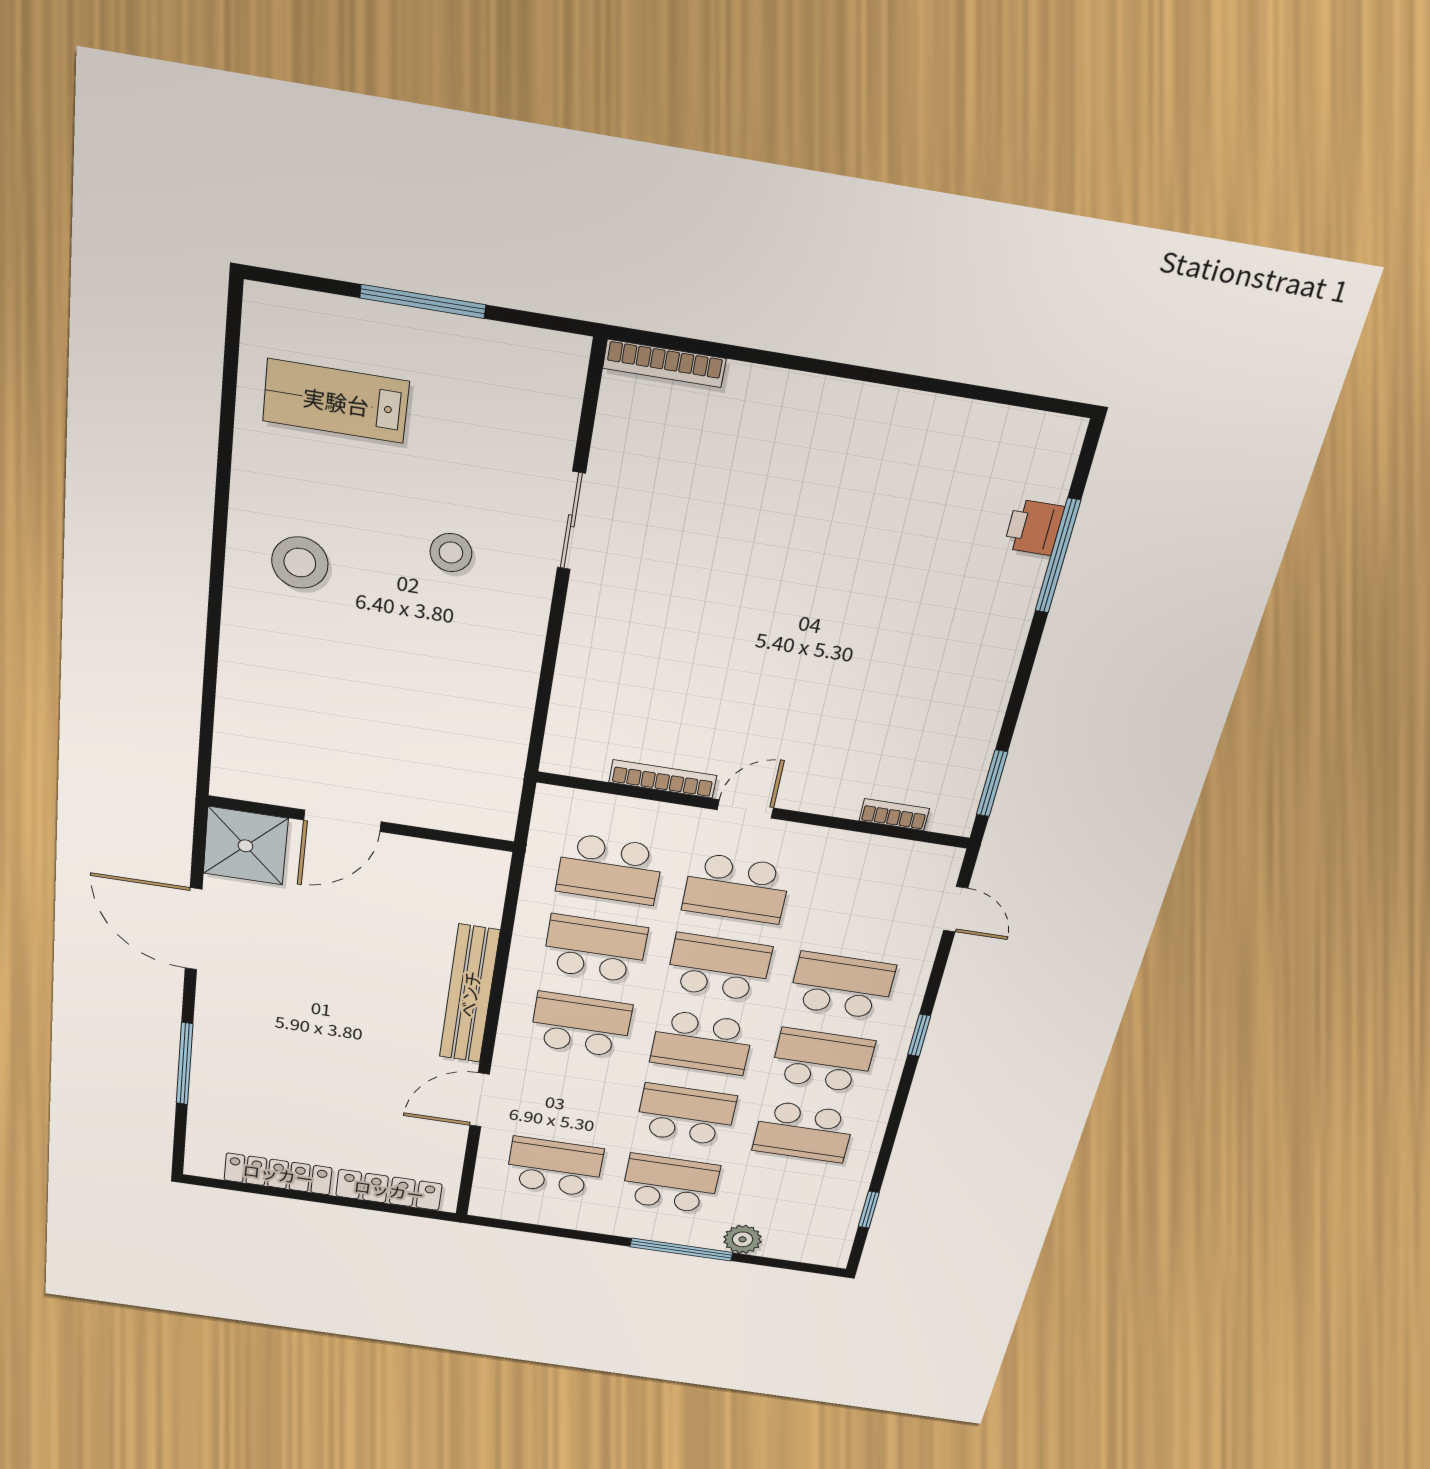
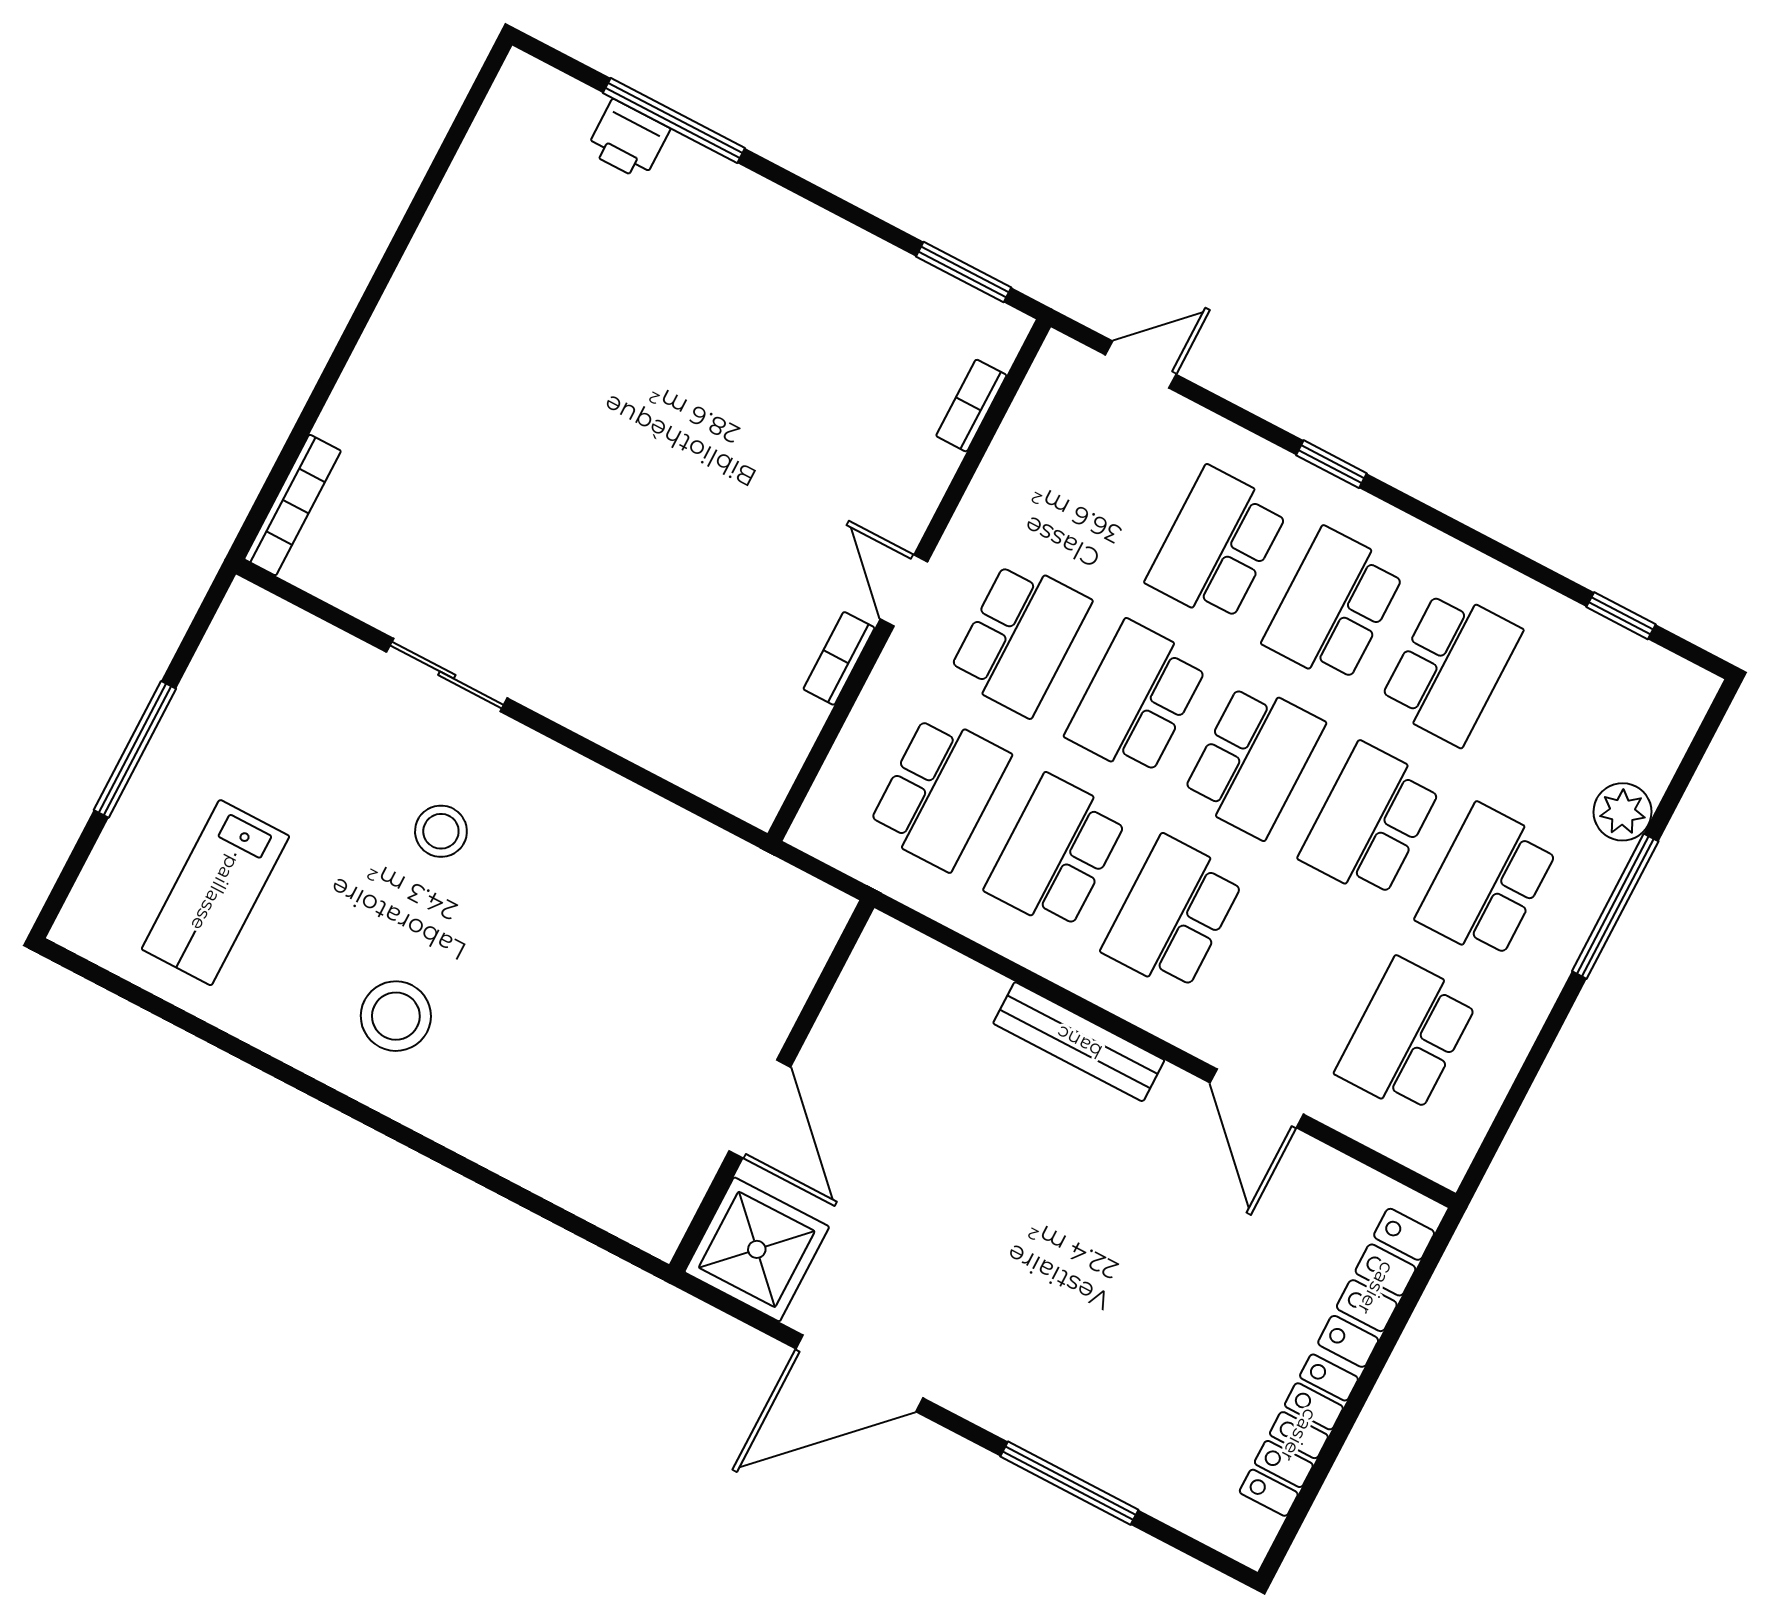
bookcase: (663, 779) -> (839, 658), width x0.64
bench: (469, 994) -> (1079, 1042), width x0.73, depth x0.82

